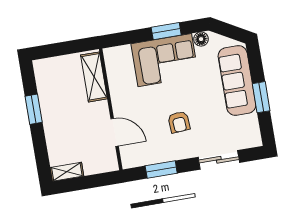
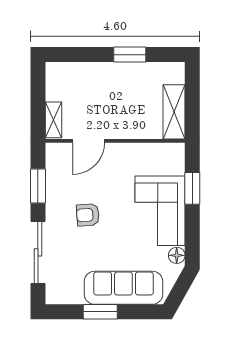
window: (166, 31) -> (192, 188), moved
shelving: (94, 77) -> (174, 112), moved, turned 90
sliding door: (219, 160) -> (38, 252), width x1.37
shelving: (67, 172) -> (53, 120), moved

